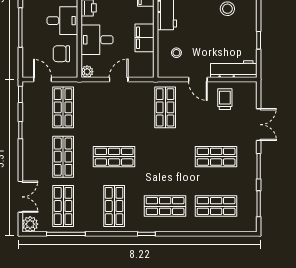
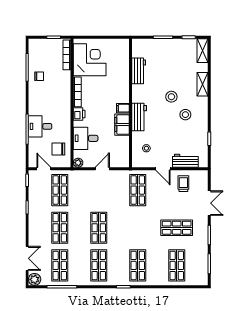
desk: (62, 21) -> (40, 126), moved, turned 180
filing cabinet: (145, 38) -> (122, 125), moved
workbench: (234, 69) -> (185, 161), width x0.73
shop shelf: (114, 157) -> (99, 228), turned 90
shop shelf: (165, 206) -> (138, 265), turned 90
shop shelf: (216, 206) -> (177, 265), turned 90

